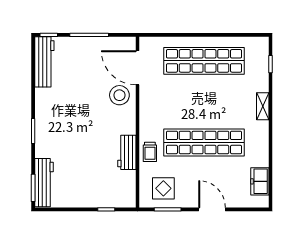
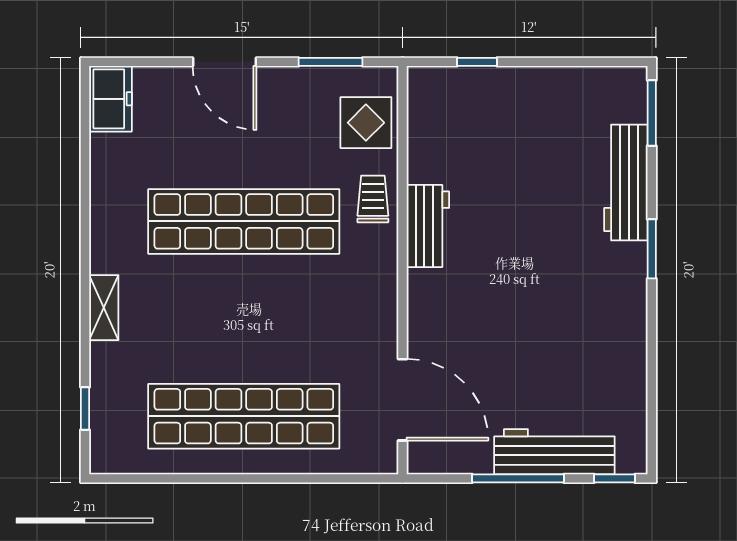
workbench: (44, 62) -> (554, 452), moved, turned 90
stool: (119, 95) -> (446, 334), removed
workbench: (127, 152) -> (428, 226), moved
freezer: (260, 181) -> (110, 99), moved
workbench: (44, 183) -> (626, 182), moved
display table: (163, 188) -> (366, 123), moved

